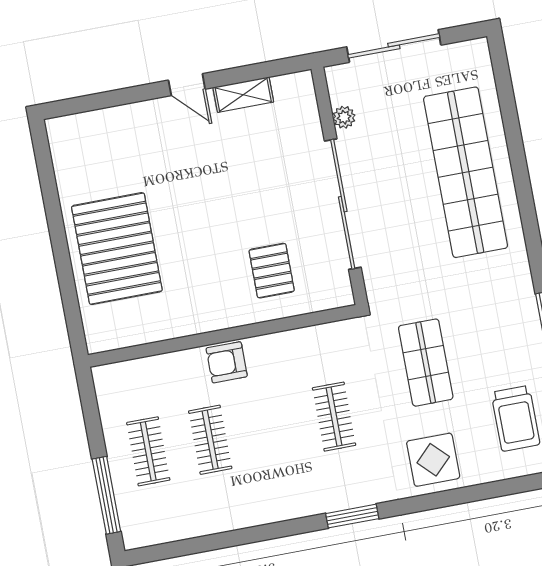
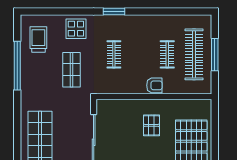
pallet: (272, 271) -> (151, 125), moved
clothes rail: (148, 451) -> (194, 54), width x1.86, depth x1.31
window: (106, 495) -> (215, 55), moved

